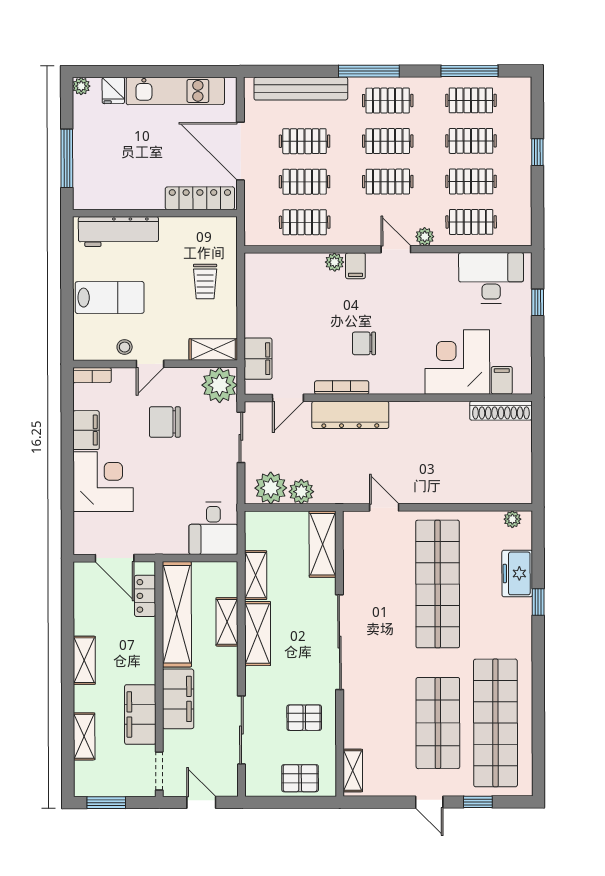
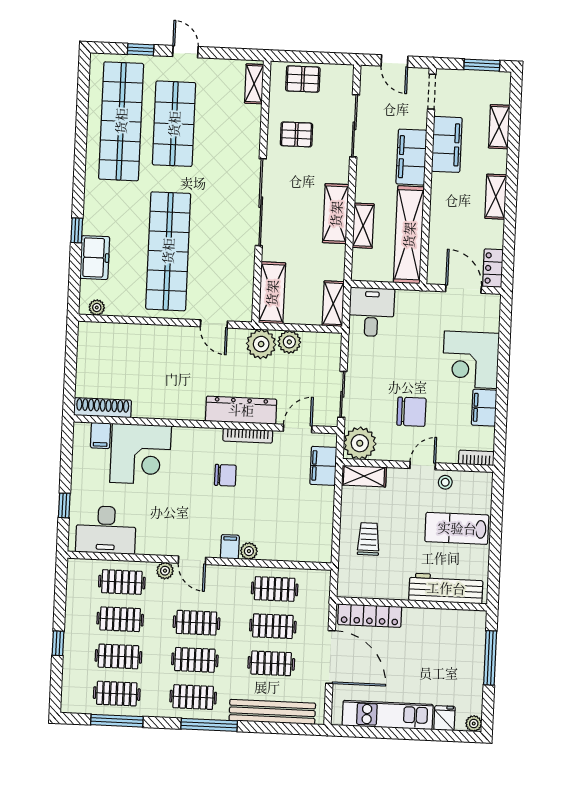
plant: (271, 488) -> (261, 344), moved
shelving: (256, 575) -> (333, 304), moved
locker: (145, 596) -> (493, 268), moved, turned 180

